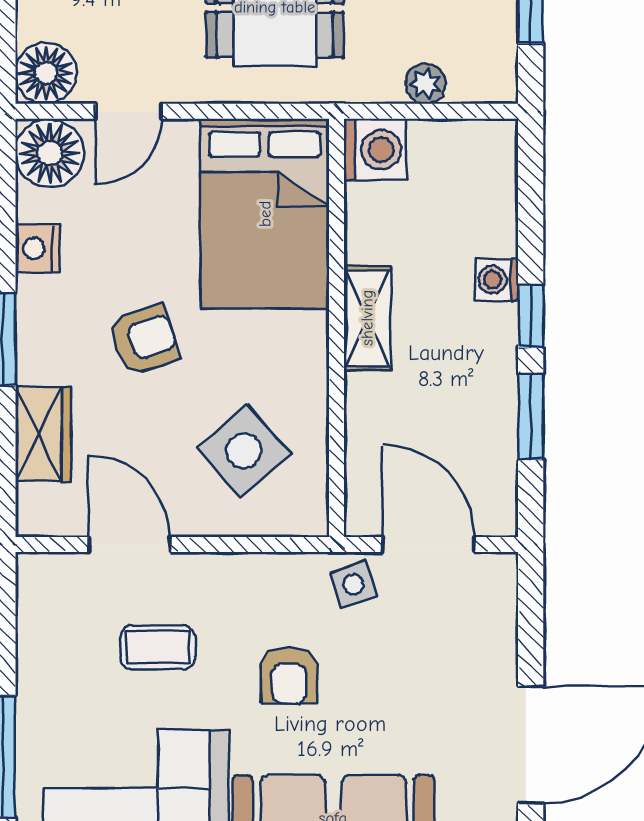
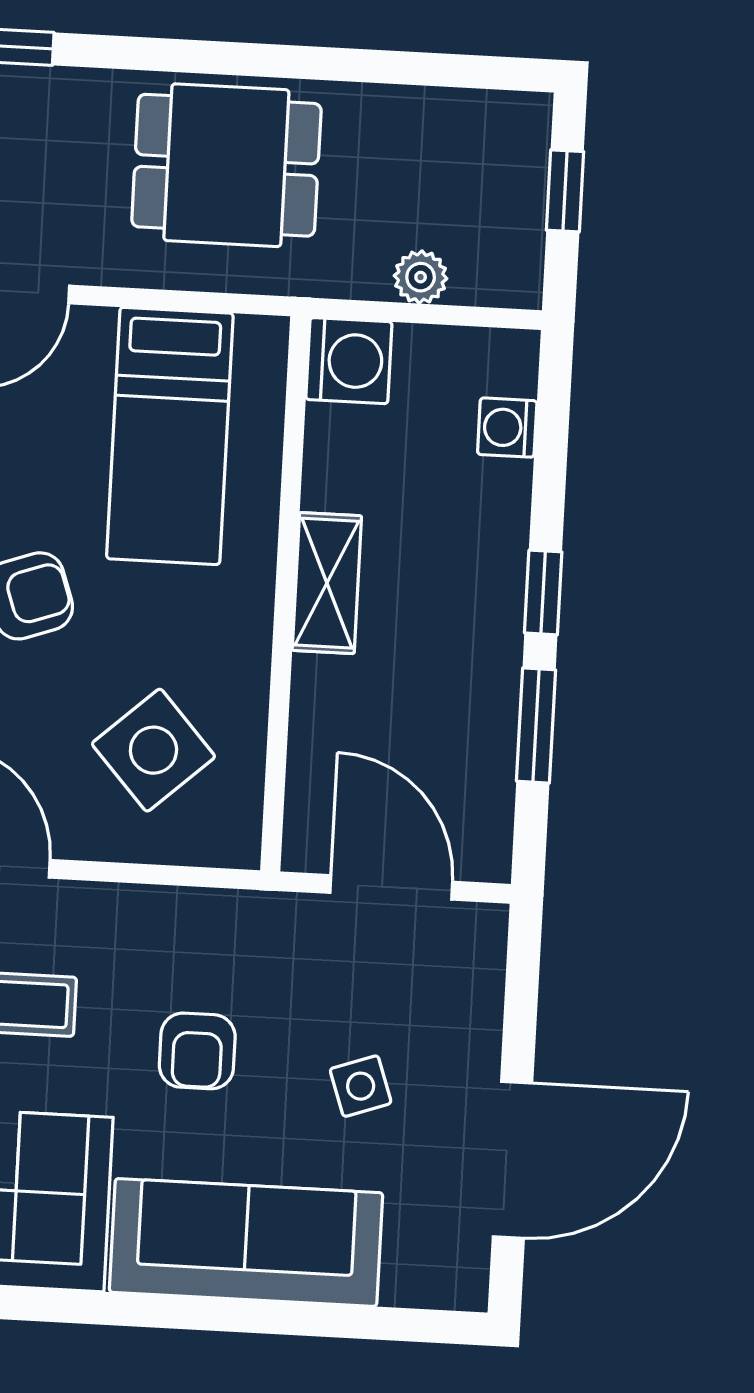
bed: (265, 214) -> (170, 436), width x0.67
washing machine: (497, 280) -> (507, 428), moved
side table: (353, 584) -> (361, 1086), moved

